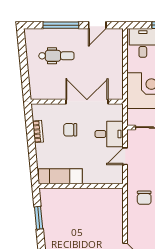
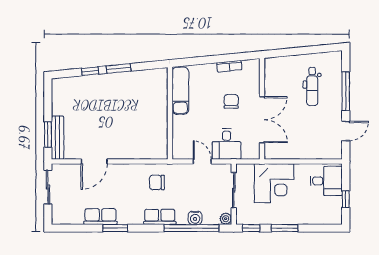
door: (97, 25) -> (346, 131), swing flipped
window: (39, 218) -> (119, 68), moved

